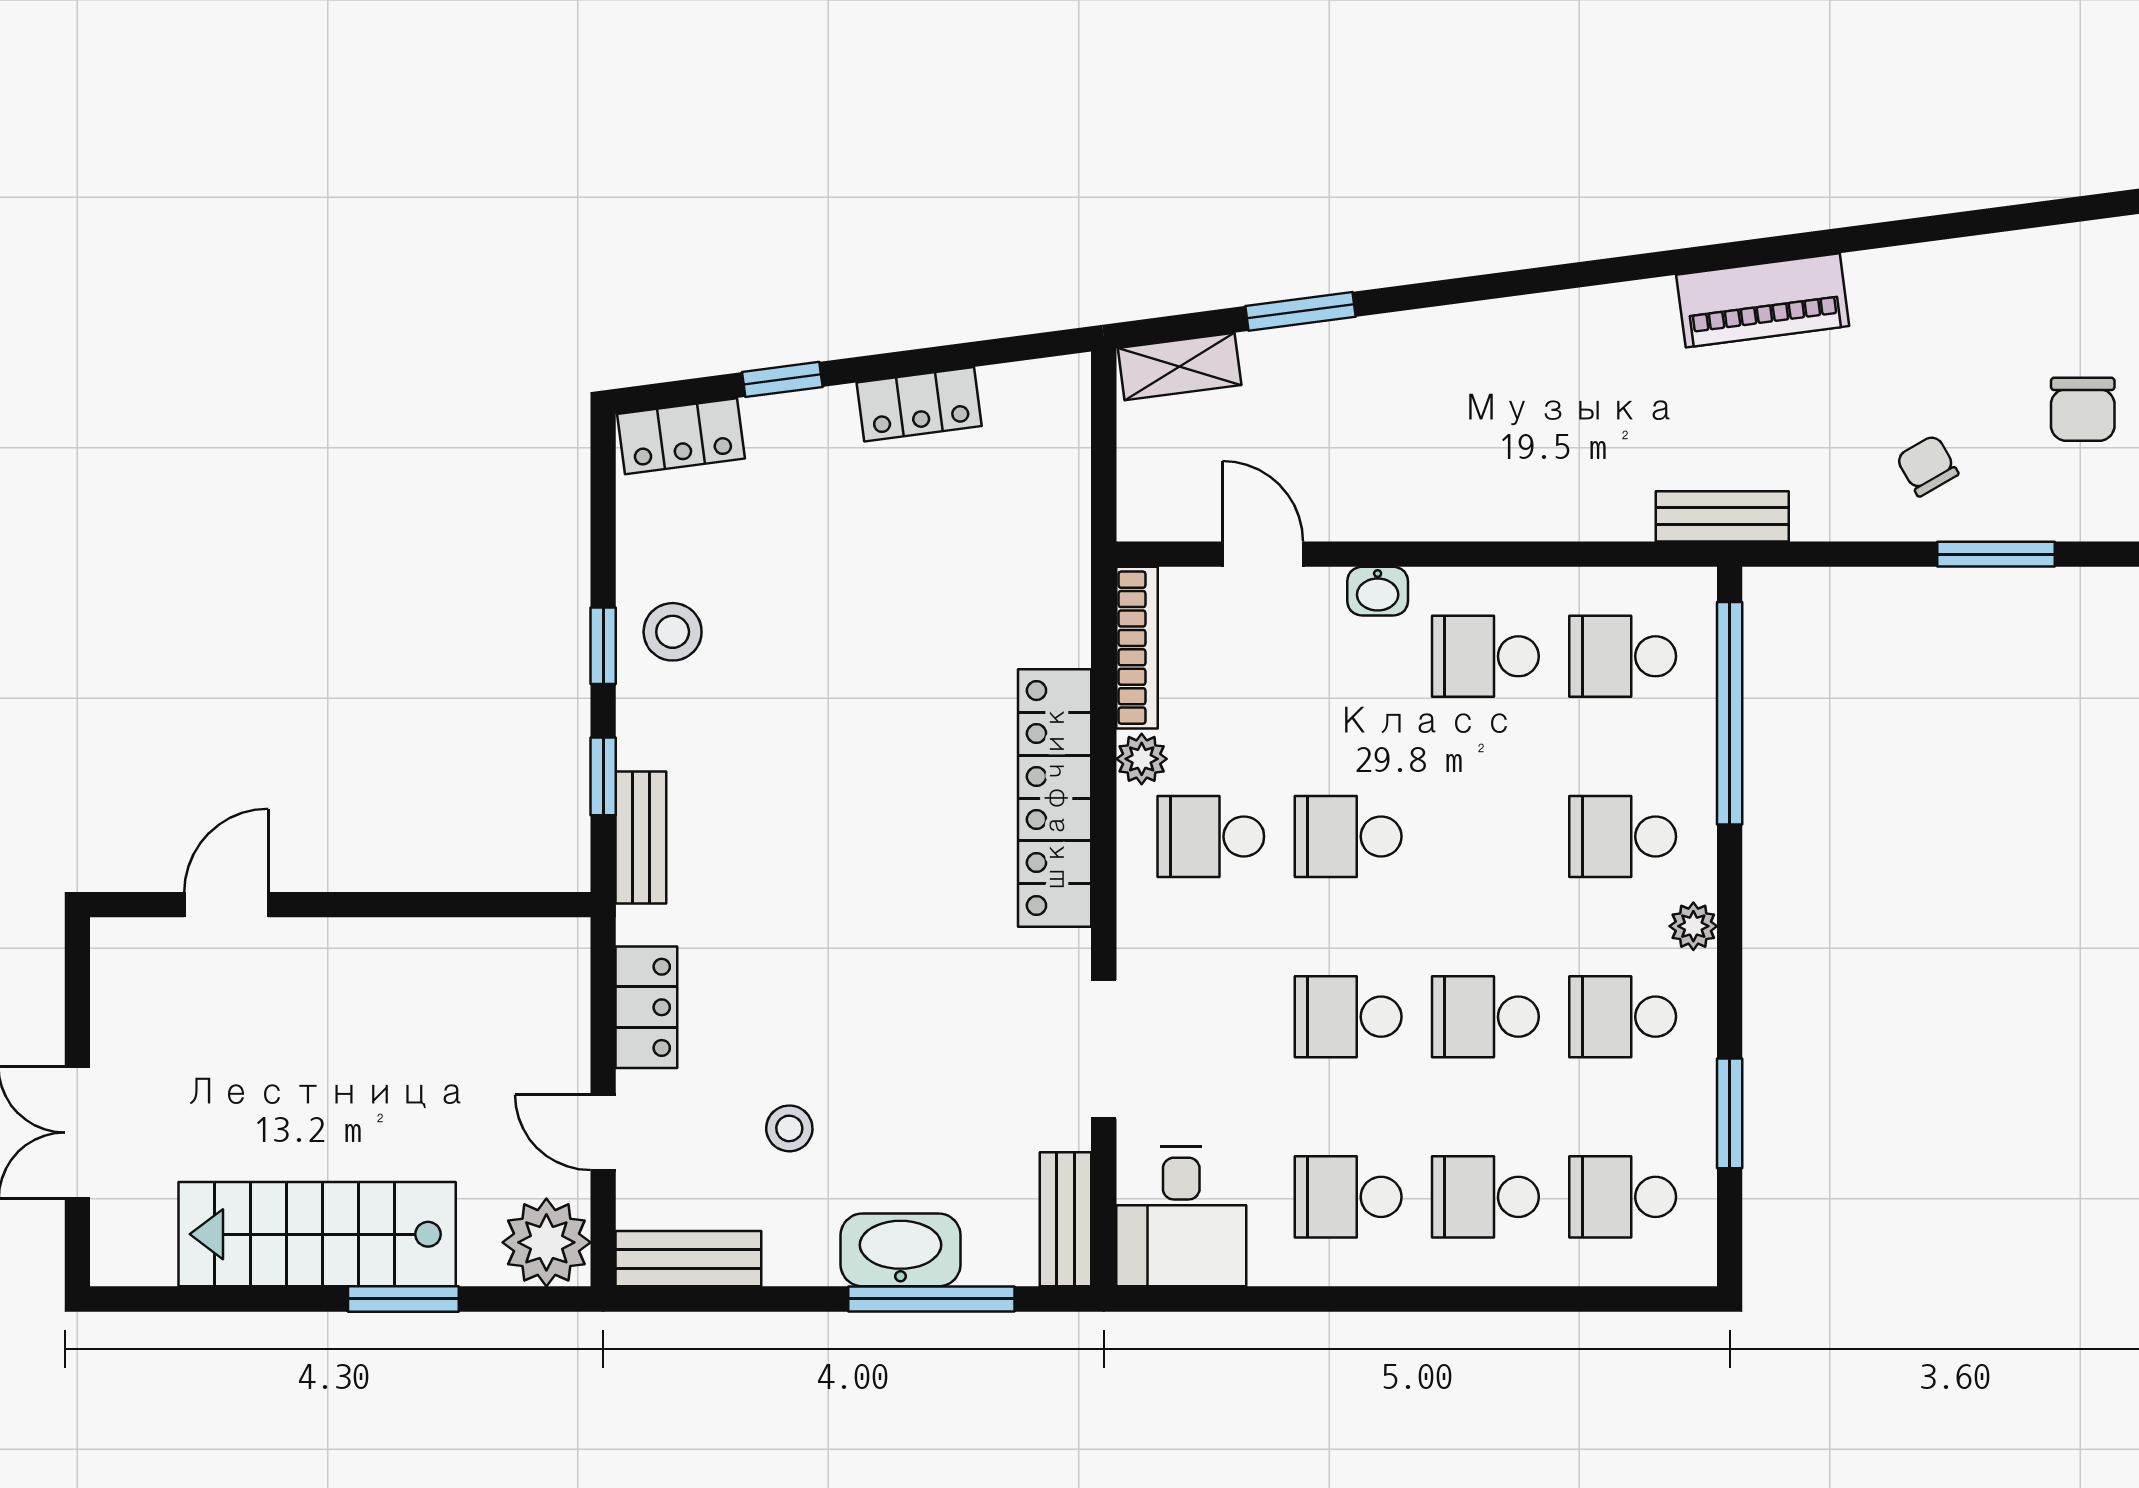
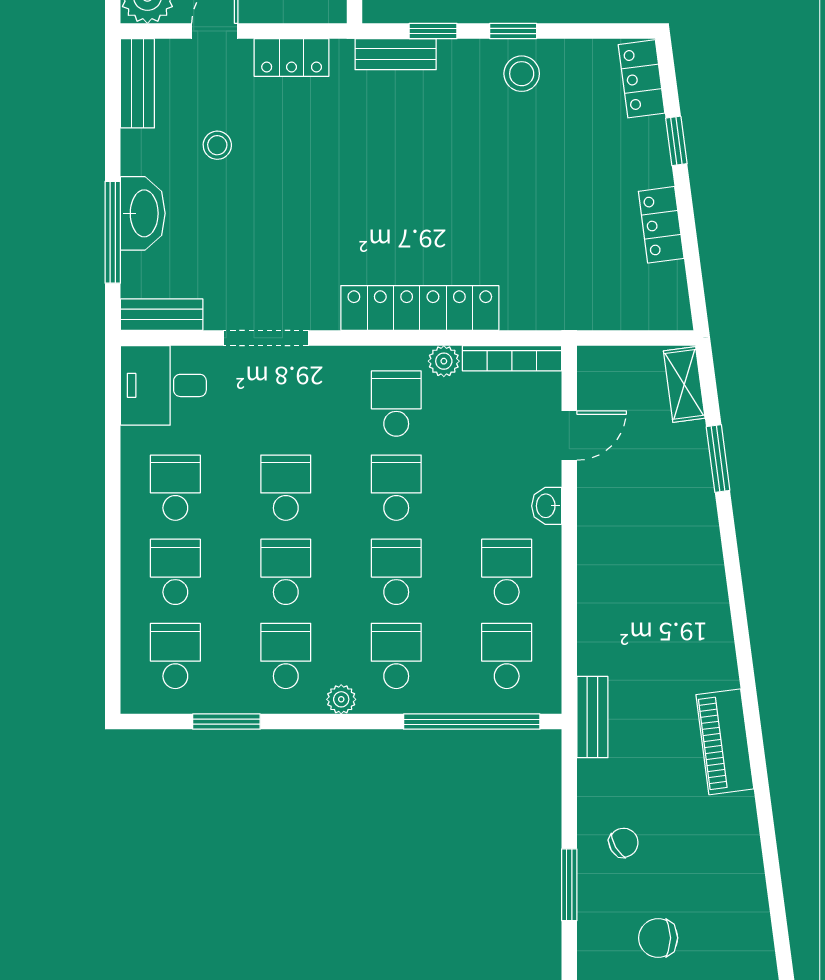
school desk: (1485, 836) -> (396, 572), added

